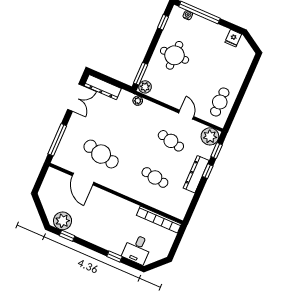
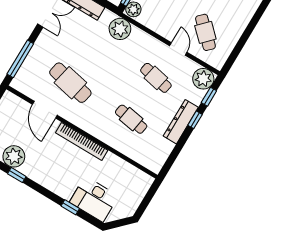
plant: (138, 101) -> (120, 29), width x1.88, depth x1.88
cafe table: (220, 102) -> (205, 32), moved, turned -46
bookcase: (159, 220) -> (82, 141), moved
desk: (137, 249) -> (94, 199), width x1.37

